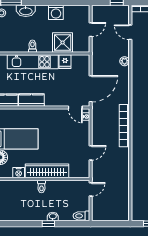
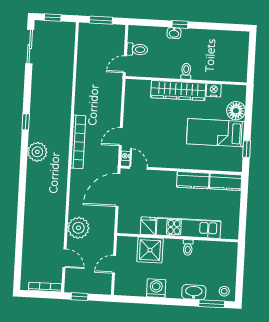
plant: (125, 61) -> (78, 228), width x1.88, depth x1.88
door: (91, 153) -> (121, 137), moved
toilet: (81, 216) -> (137, 49), moved
window: (112, 224) -> (101, 20), added

